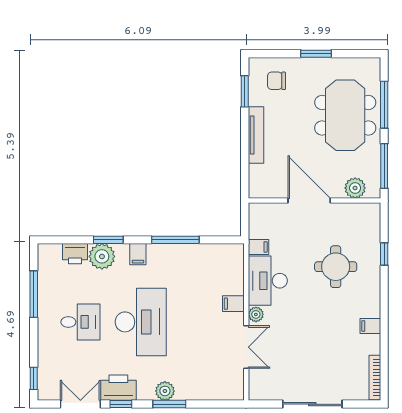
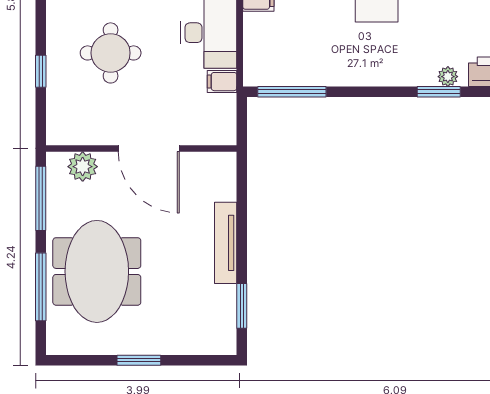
chair: (277, 81) -> (196, 321), removed
window: (175, 240) -> (292, 92), moved
filing cabinet: (138, 254) -> (396, 71), removed
plant: (102, 256) -> (448, 77), width x0.53, depth x0.53

